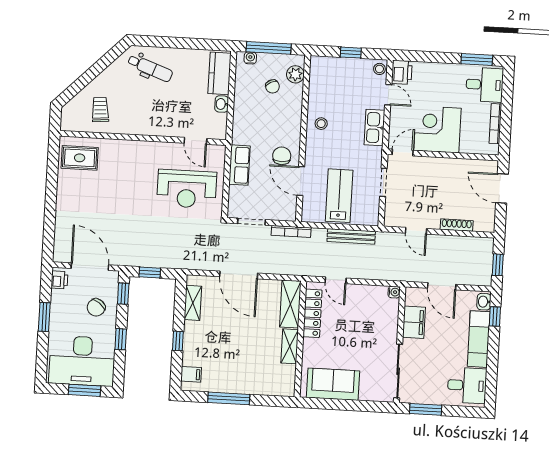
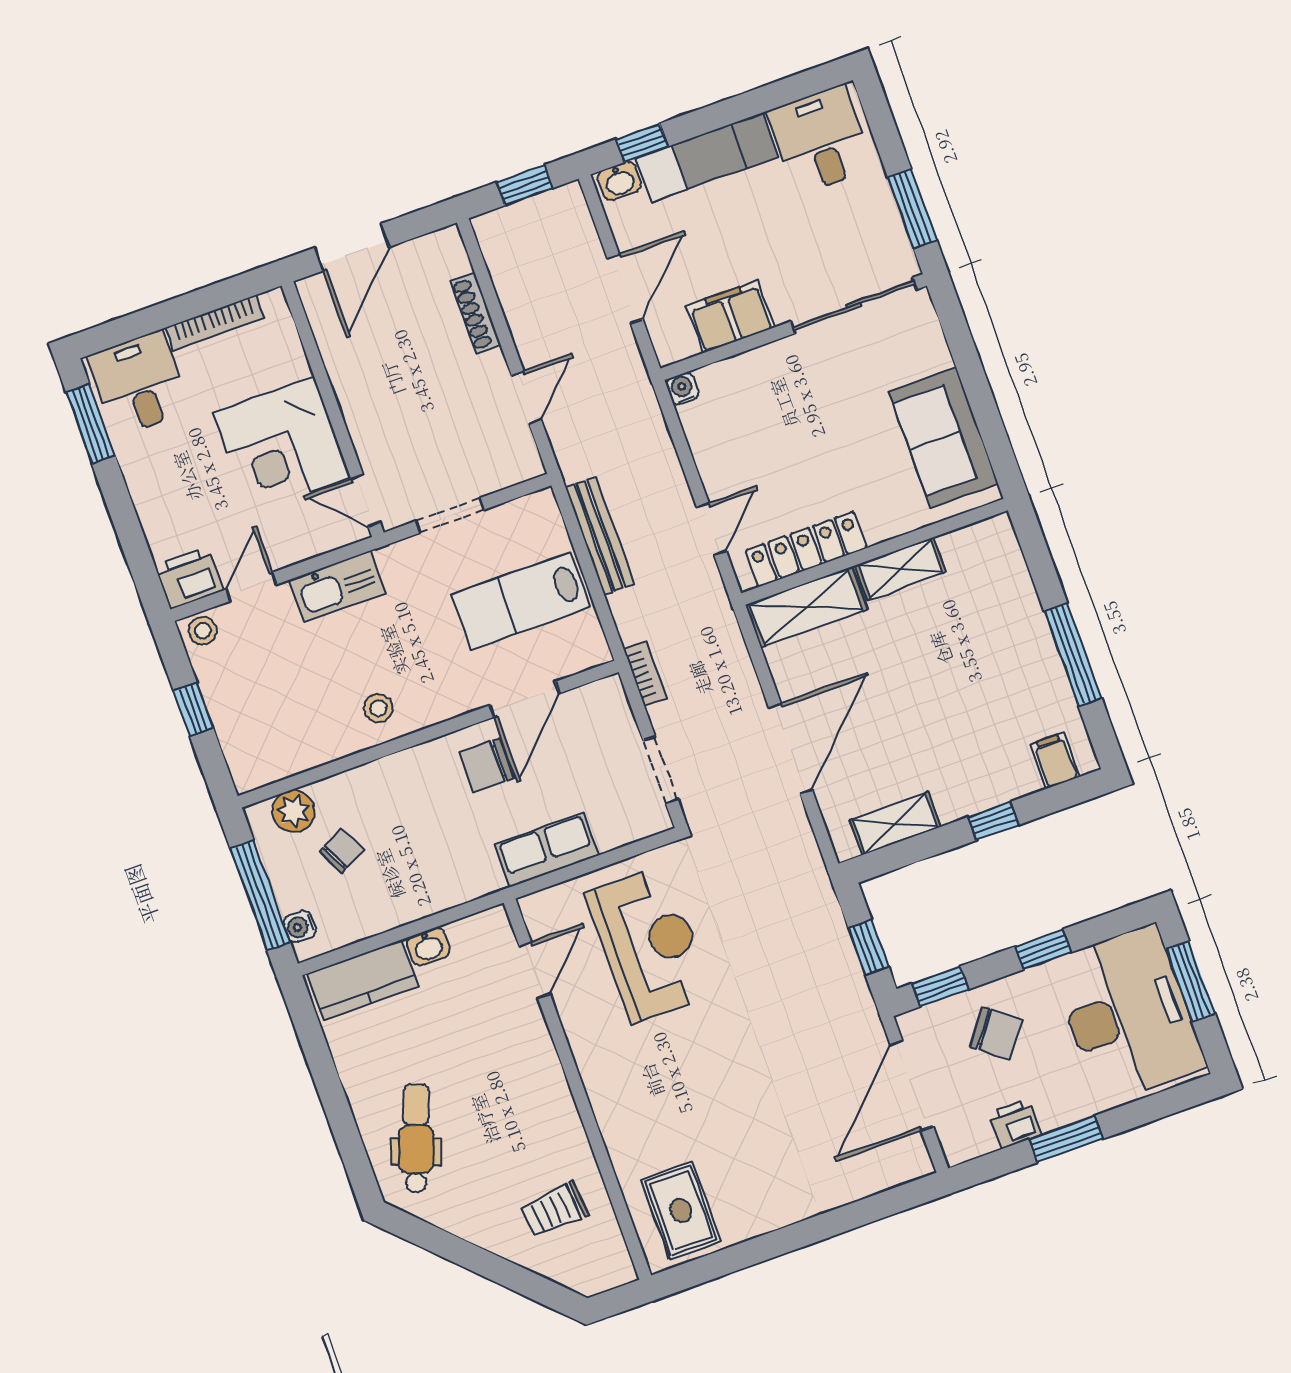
bookcase: (291, 231) -> (645, 673), width x0.64
printer: (59, 280) -> (1015, 1124), moved

